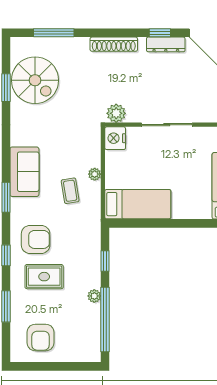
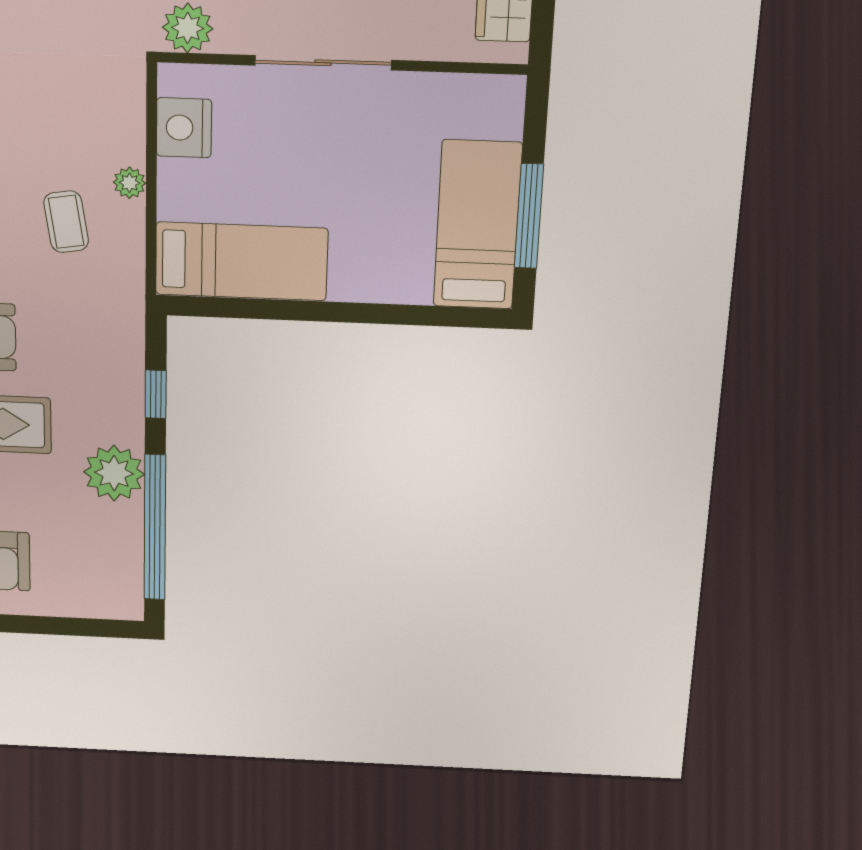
nightstand: (115, 138) -> (184, 128), moved
plant: (94, 296) -> (114, 473), width x1.88, depth x1.88

